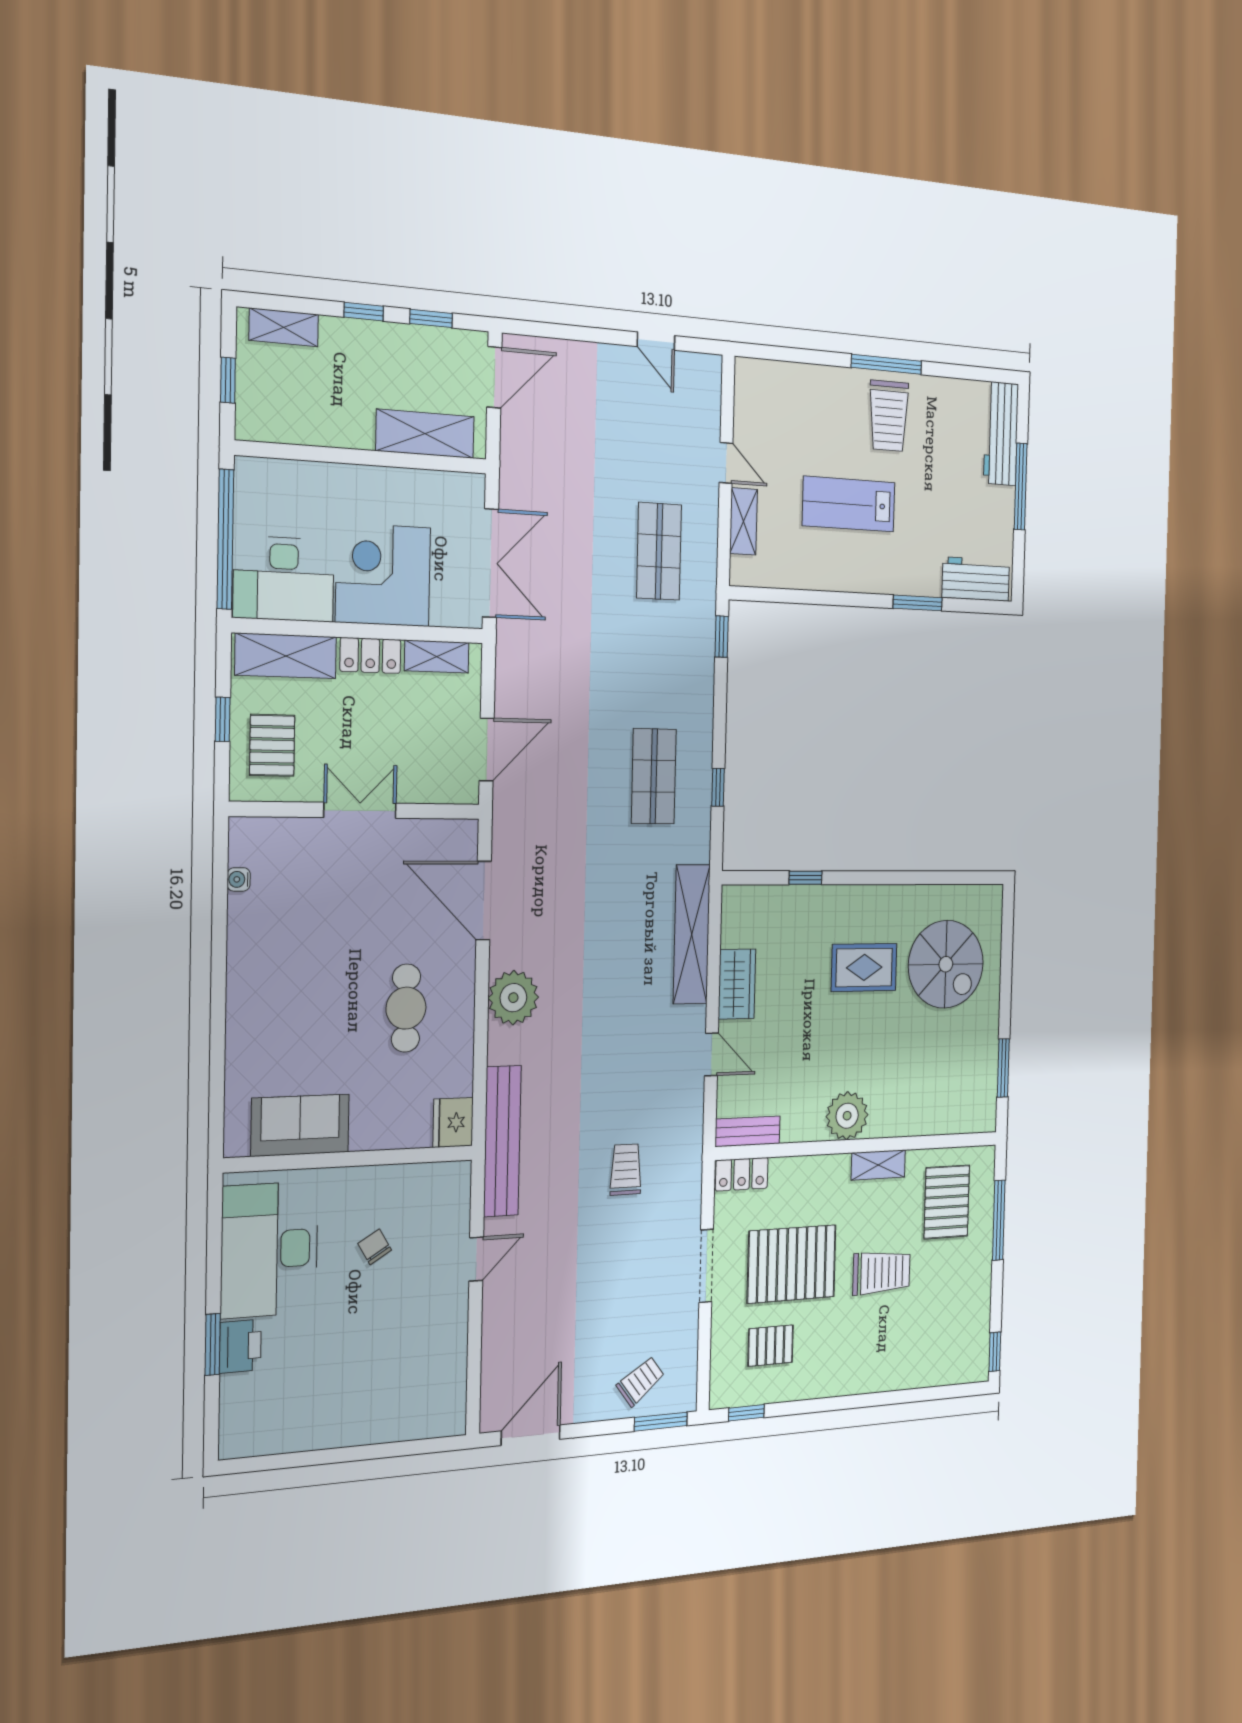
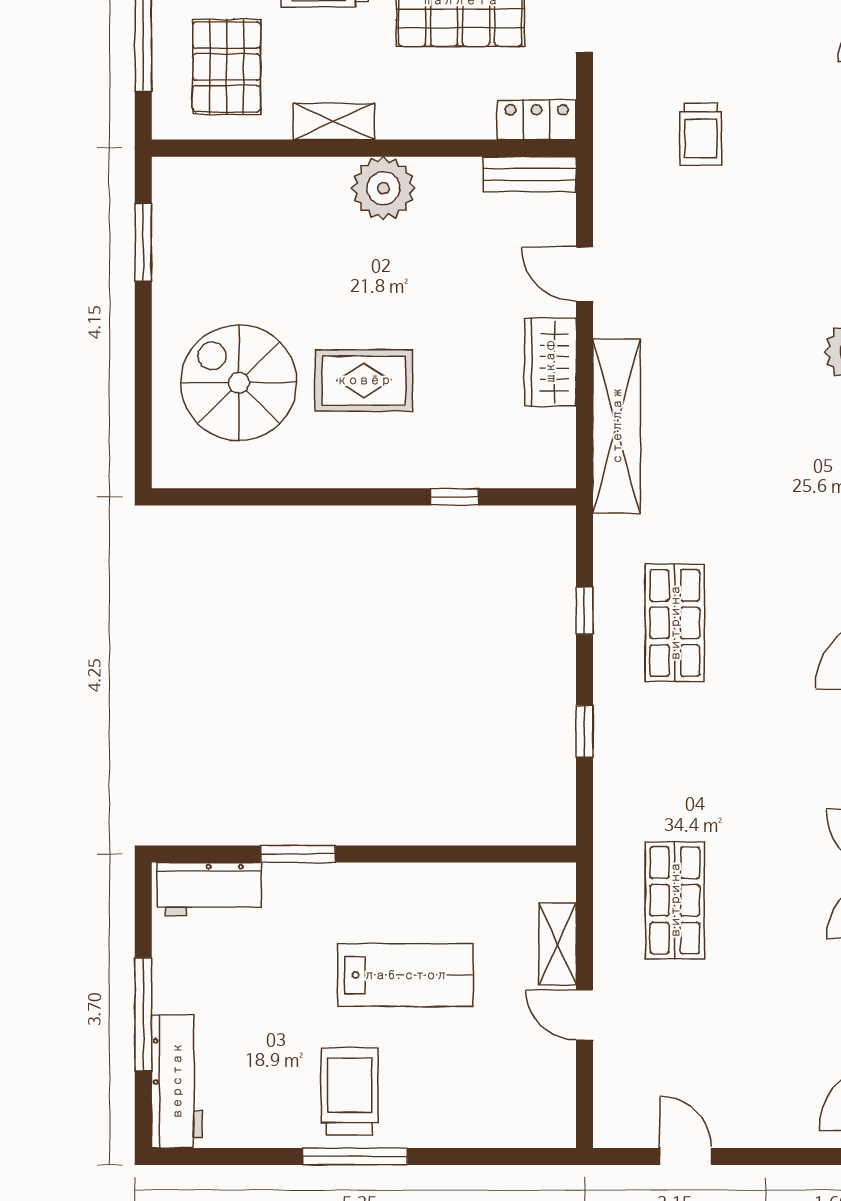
window: (722, 637) -> (584, 731), moved

